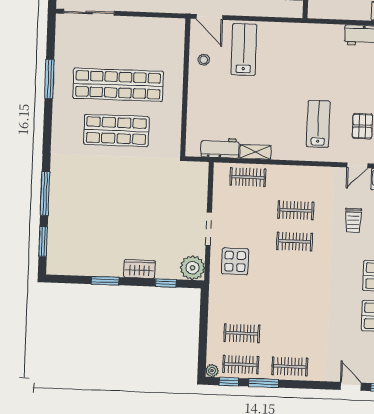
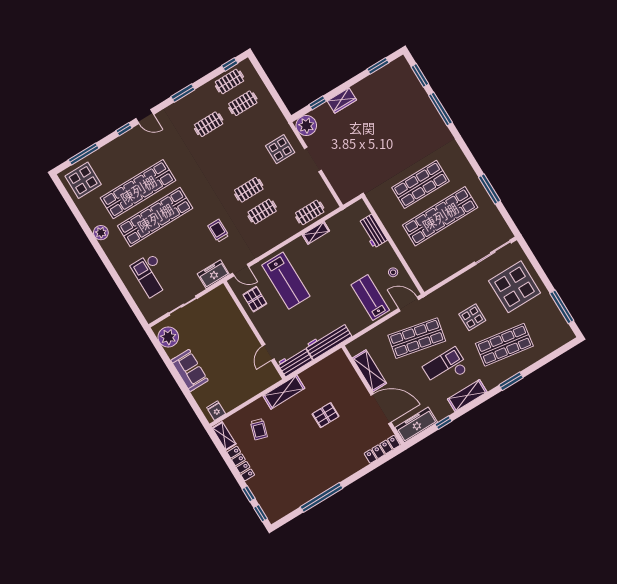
workbench: (316, 34) -> (328, 341), added
lab bench: (244, 50) -> (370, 297), turned 180
lab bench: (318, 124) -> (286, 281), width x1.36, depth x1.39
workbench: (220, 148) -> (373, 231), moved, turned 90
door: (357, 165) -> (241, 270), swing flipped
window: (105, 281) -> (378, 66), moved
clothes rail: (290, 366) -> (209, 124), moved
plant: (212, 371) -> (246, 64), removed
window: (264, 383) -> (183, 93), moved

